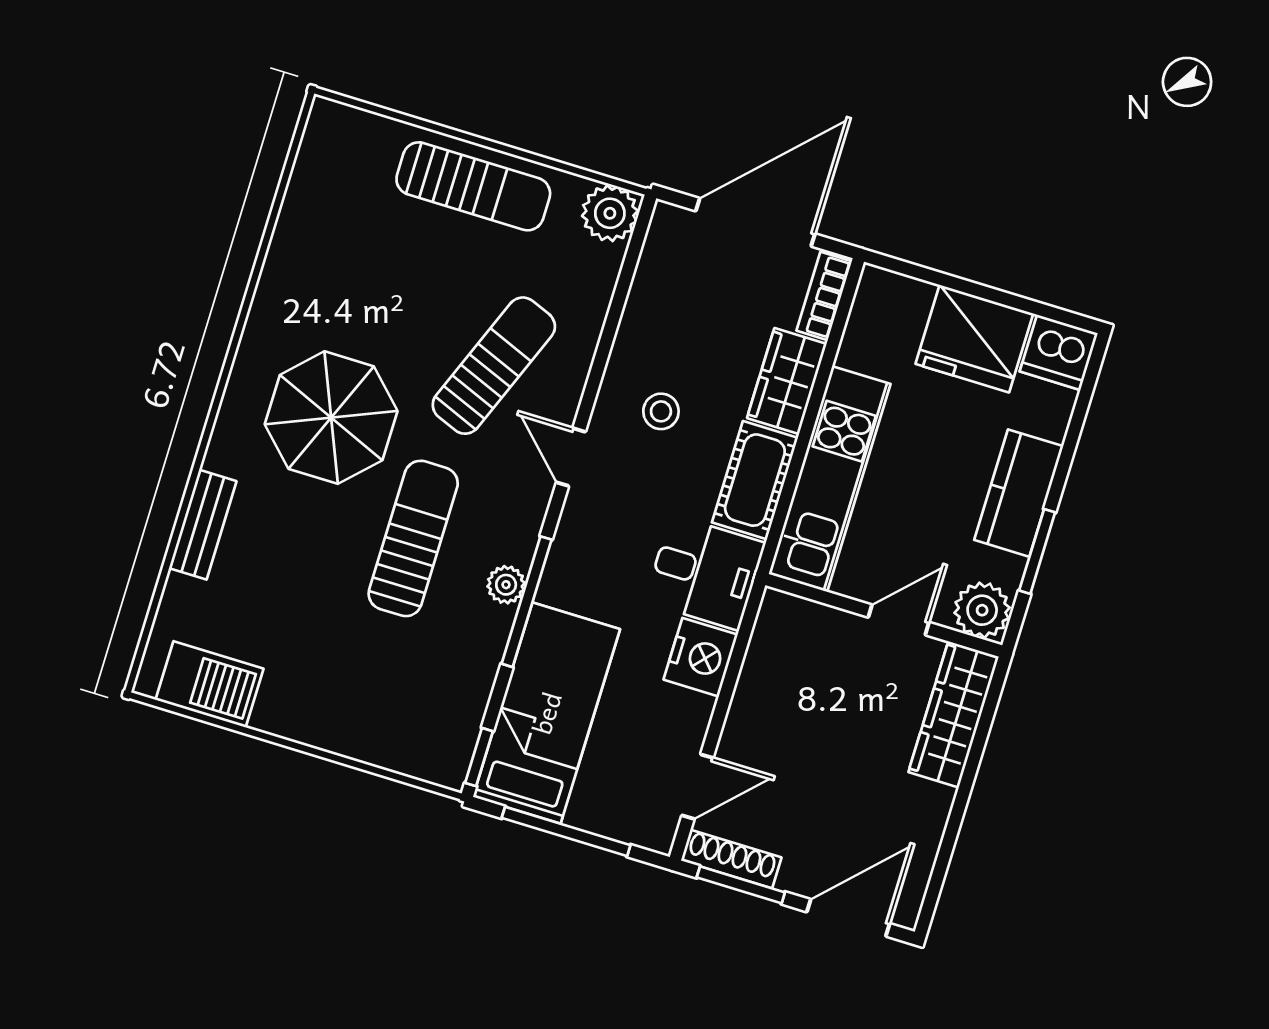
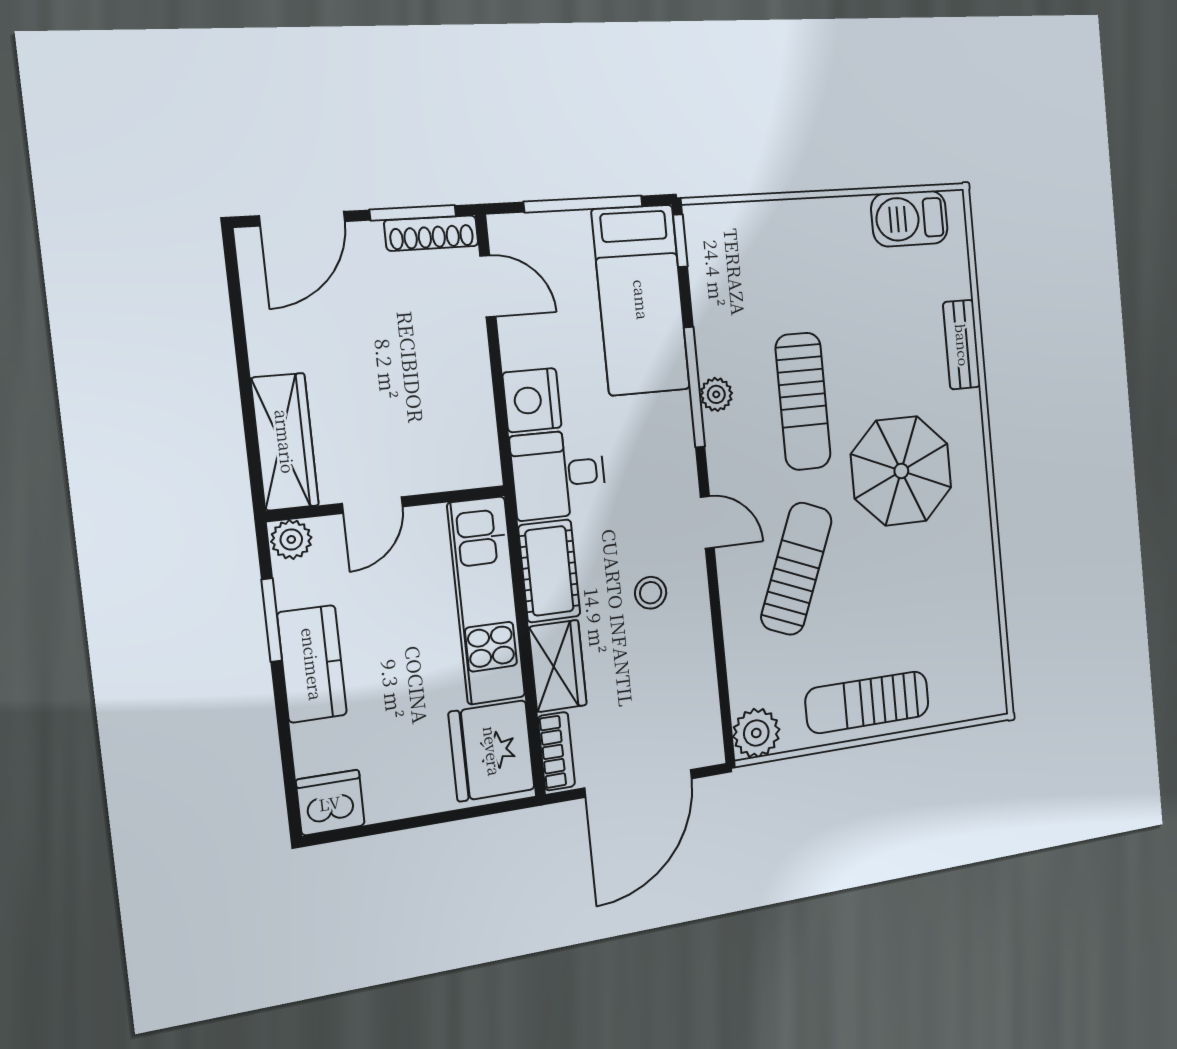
fridge: (974, 339) -> (492, 751), moved, turned -90
sun lounger: (494, 366) -> (796, 569), turned 180
plant: (982, 610) -> (291, 539), width x0.73, depth x0.73
door: (697, 787) -> (488, 286), swing flipped

